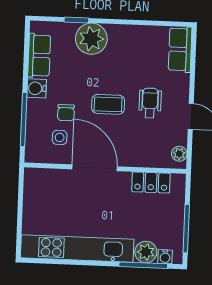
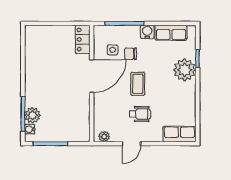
locker: (151, 182) -> (83, 39), moved
kitchen unit: (77, 248) -> (33, 66), removed

